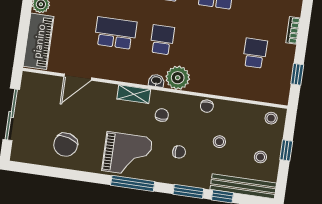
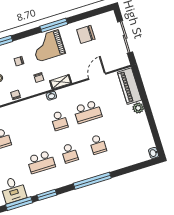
plant: (178, 78) -> (40, 103), removed
chair: (66, 145) -> (86, 34), turned -106
window: (133, 183) -> (54, 25), moved

